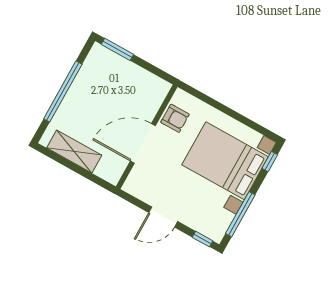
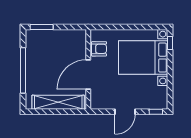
shelving: (74, 151) -> (58, 102), width x1.47
window: (240, 214) -> (170, 84), removed

